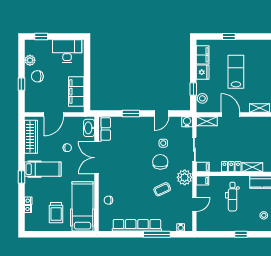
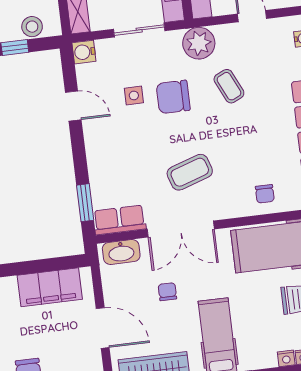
window: (131, 113) -> (85, 203), moved
coffee table: (123, 165) -> (190, 172), added

